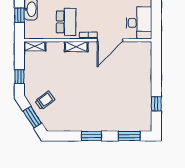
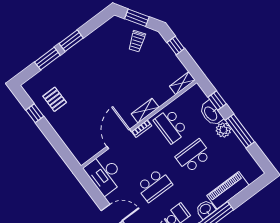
pallet: (135, 103) -> (55, 99), added
window: (129, 136) -> (47, 59), moved

